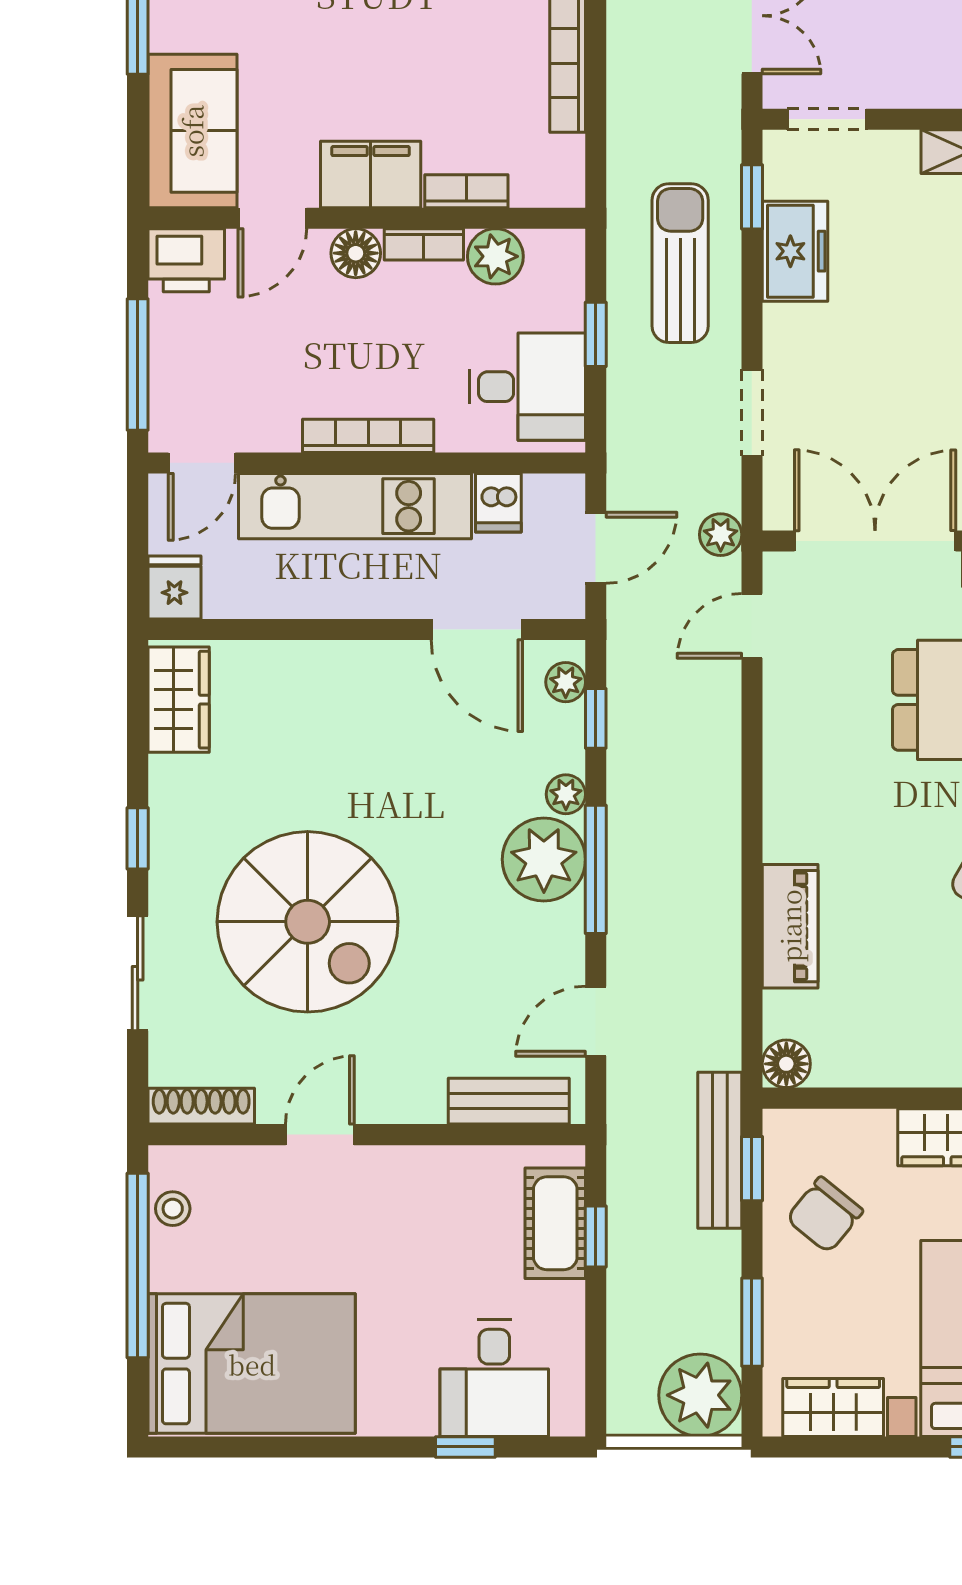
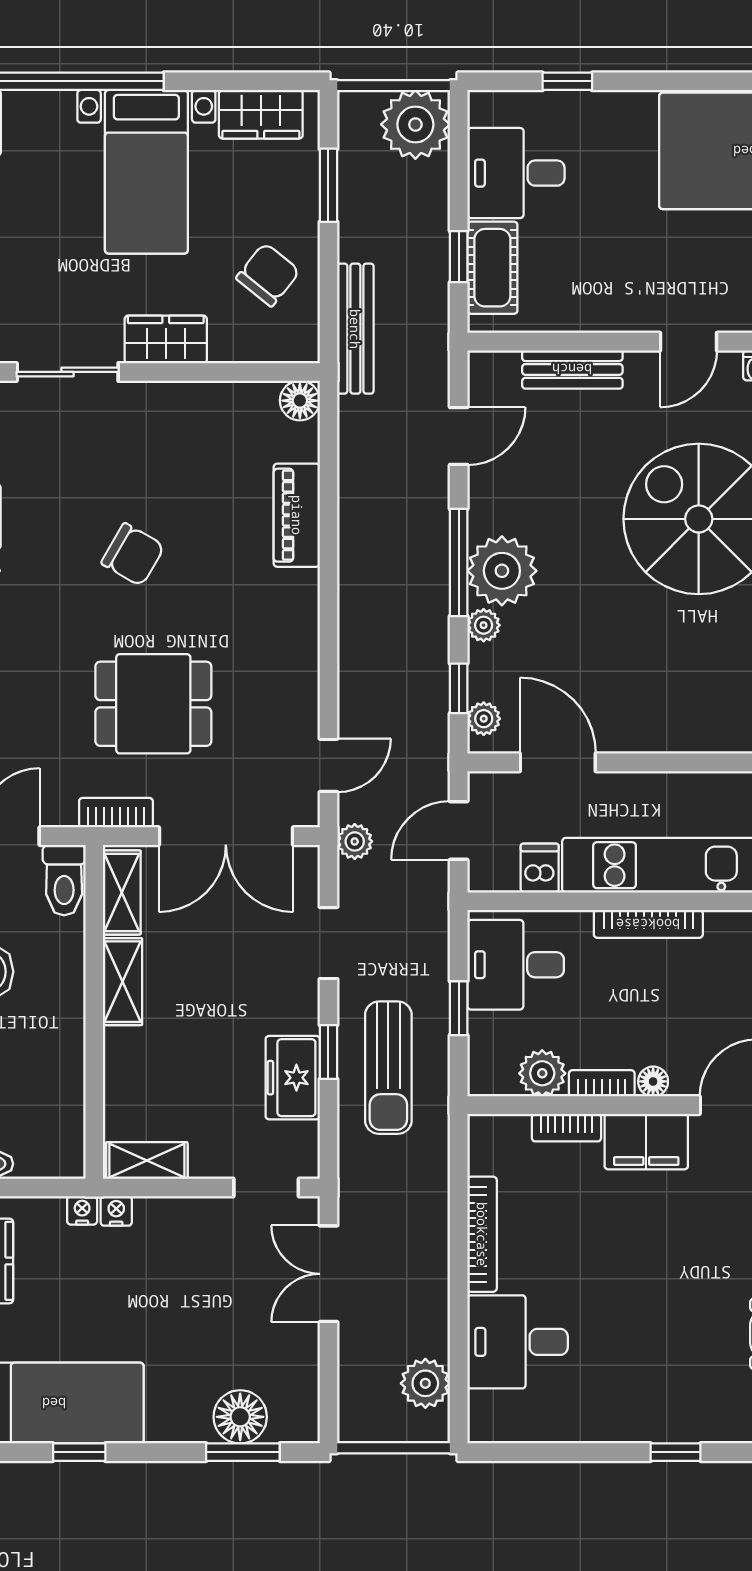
window: (752, 197) -> (328, 1052), moved
floor lamp: (356, 253) -> (653, 1081), width x0.73, depth x0.73
bench: (509, 1101) -> (572, 369), moved
window: (752, 1169) -> (328, 313), removed
desk: (494, 1378) -> (516, 173), moved, turned -90
plant: (700, 1395) -> (415, 124), moved

